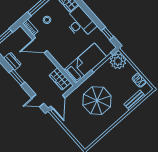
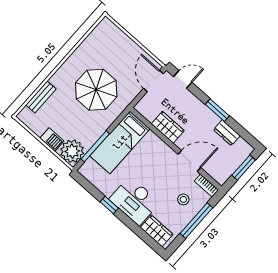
window: (108, 34) -> (109, 205), moved
wardrobe: (60, 79) -> (168, 127), moved
barbecue: (139, 80) -> (52, 140), moved

